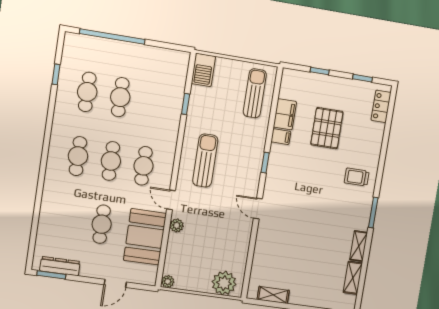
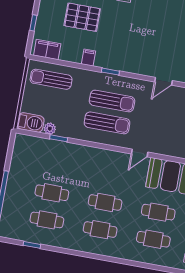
filing cabinet: (285, 114) -> (47, 50), moved
sun lounger: (205, 161) -> (107, 123), turned 180
cafe table: (144, 166) -> (153, 239), moved
sun lounger: (231, 166) -> (112, 101), added
door: (258, 209) -> (163, 81), moved
plant: (177, 225) -> (50, 129), moved

